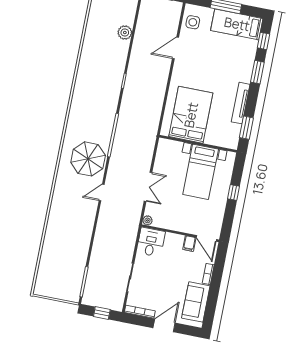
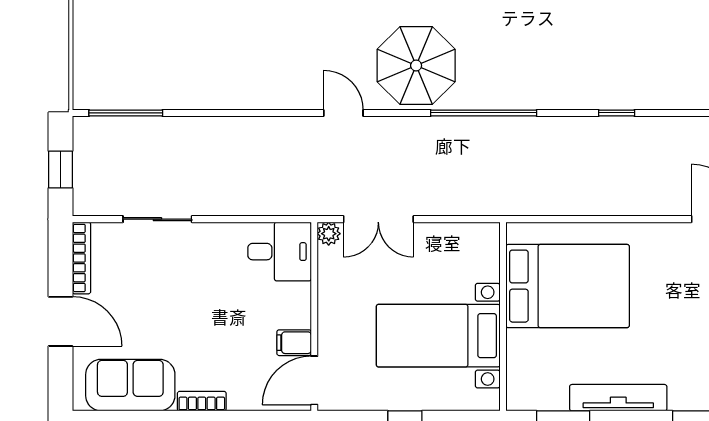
plant: (147, 220) -> (329, 234), moved
wall: (180, 233) -> (314, 317), moved
door: (206, 238) -> (314, 380), moved
desk: (151, 242) -> (280, 252), moved
filing cabinet: (189, 244) -> (294, 343), moved

